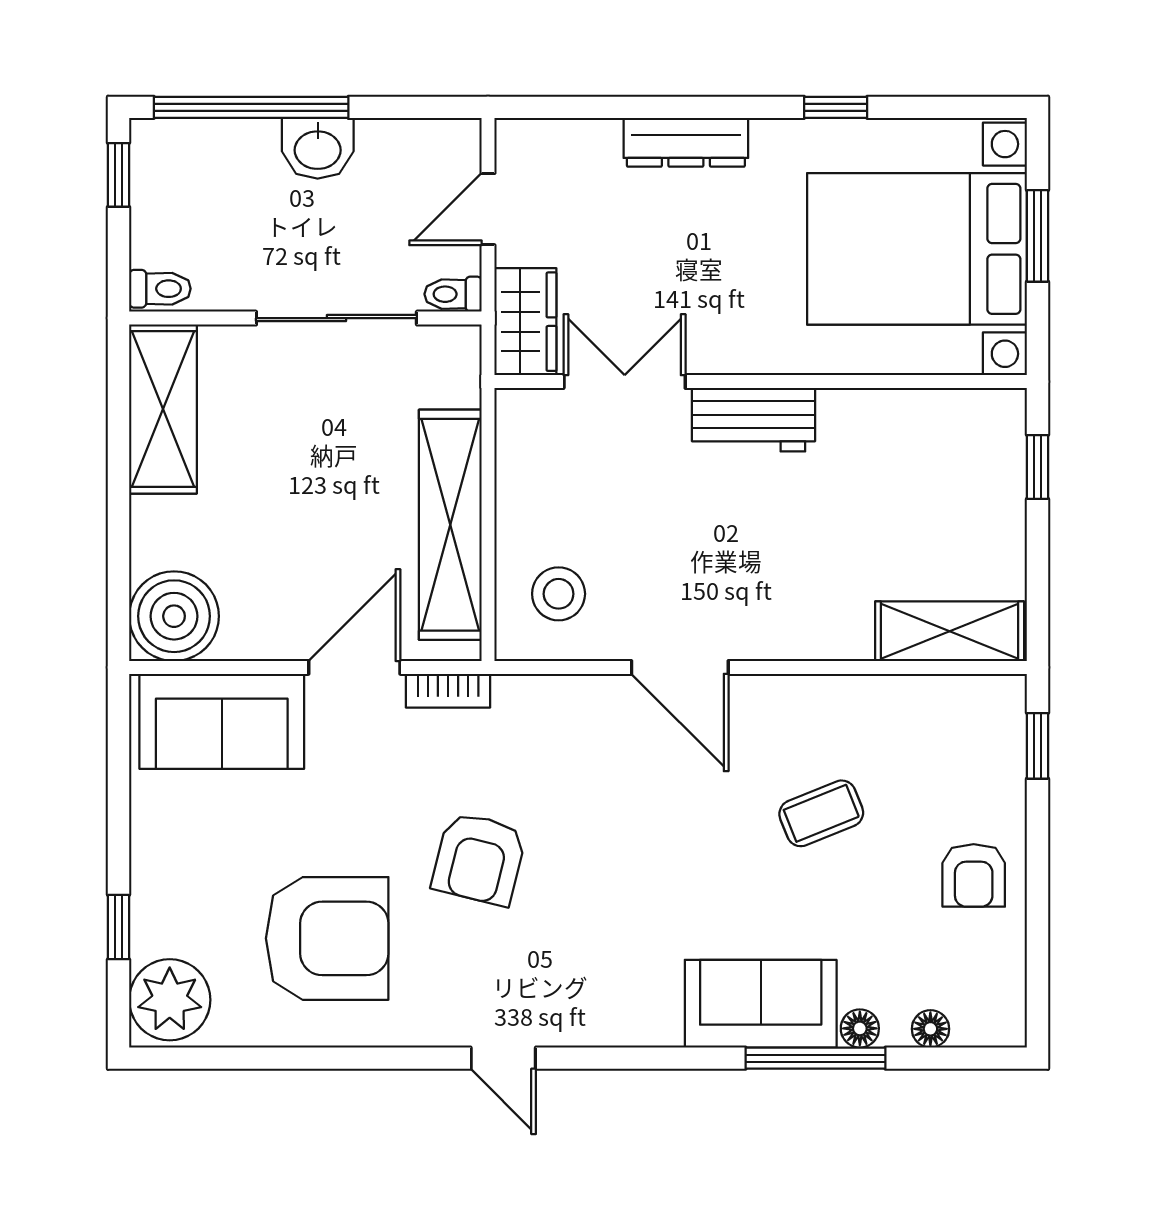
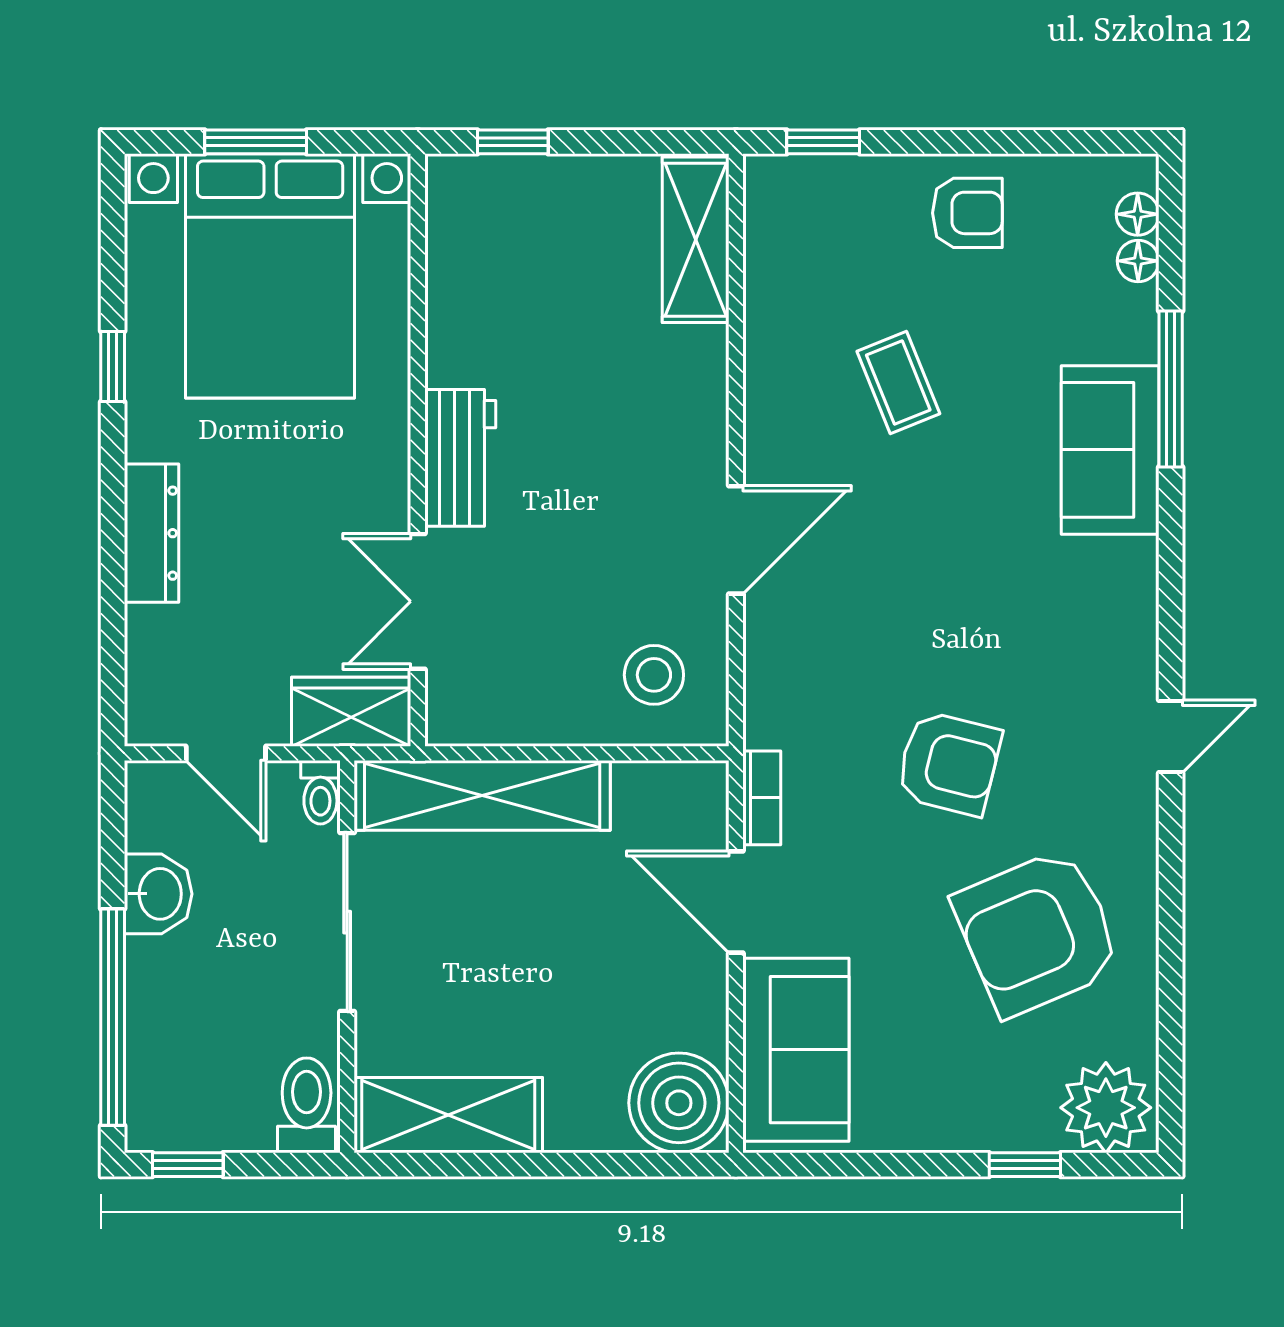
washbasin: (318, 148) -> (158, 894), moved
toilet: (160, 289) -> (307, 1105), width x1.37, depth x1.39
shelving: (450, 525) -> (482, 795), moved
armchair: (327, 938) -> (1037, 932), turned -113
floor lamp: (860, 1028) -> (1138, 214), moved

